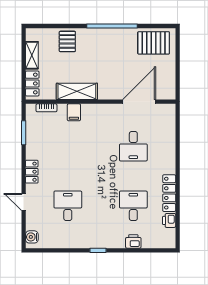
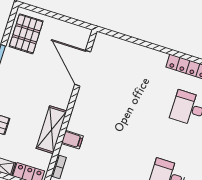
desk: (133, 146) -> (127, 89), removed

